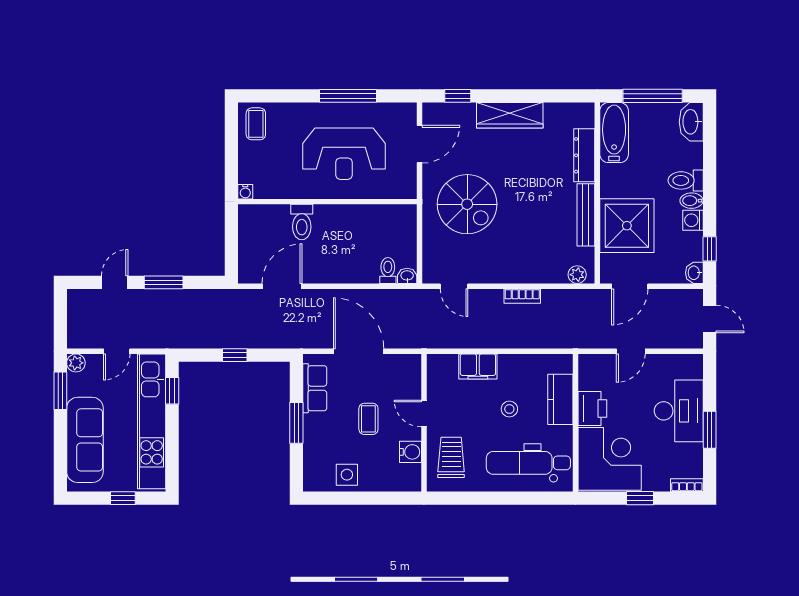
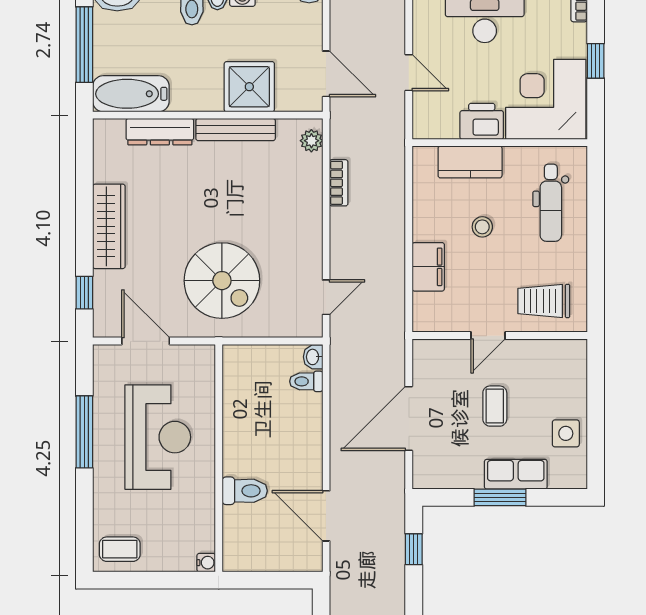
spiral stairs: (467, 204) -> (222, 281), turned 90
shower: (627, 226) -> (249, 87), width x0.73, depth x0.73
bookcase: (522, 296) -> (339, 183), moved
window: (235, 355) -> (414, 549), moved
row of seats: (315, 388) -> (516, 474), moved
coffee table: (368, 419) -> (495, 406), turned 90
water cooler: (410, 452) -> (537, 353), removed
dental chair: (528, 463) -> (551, 203), width x0.73, depth x0.72

